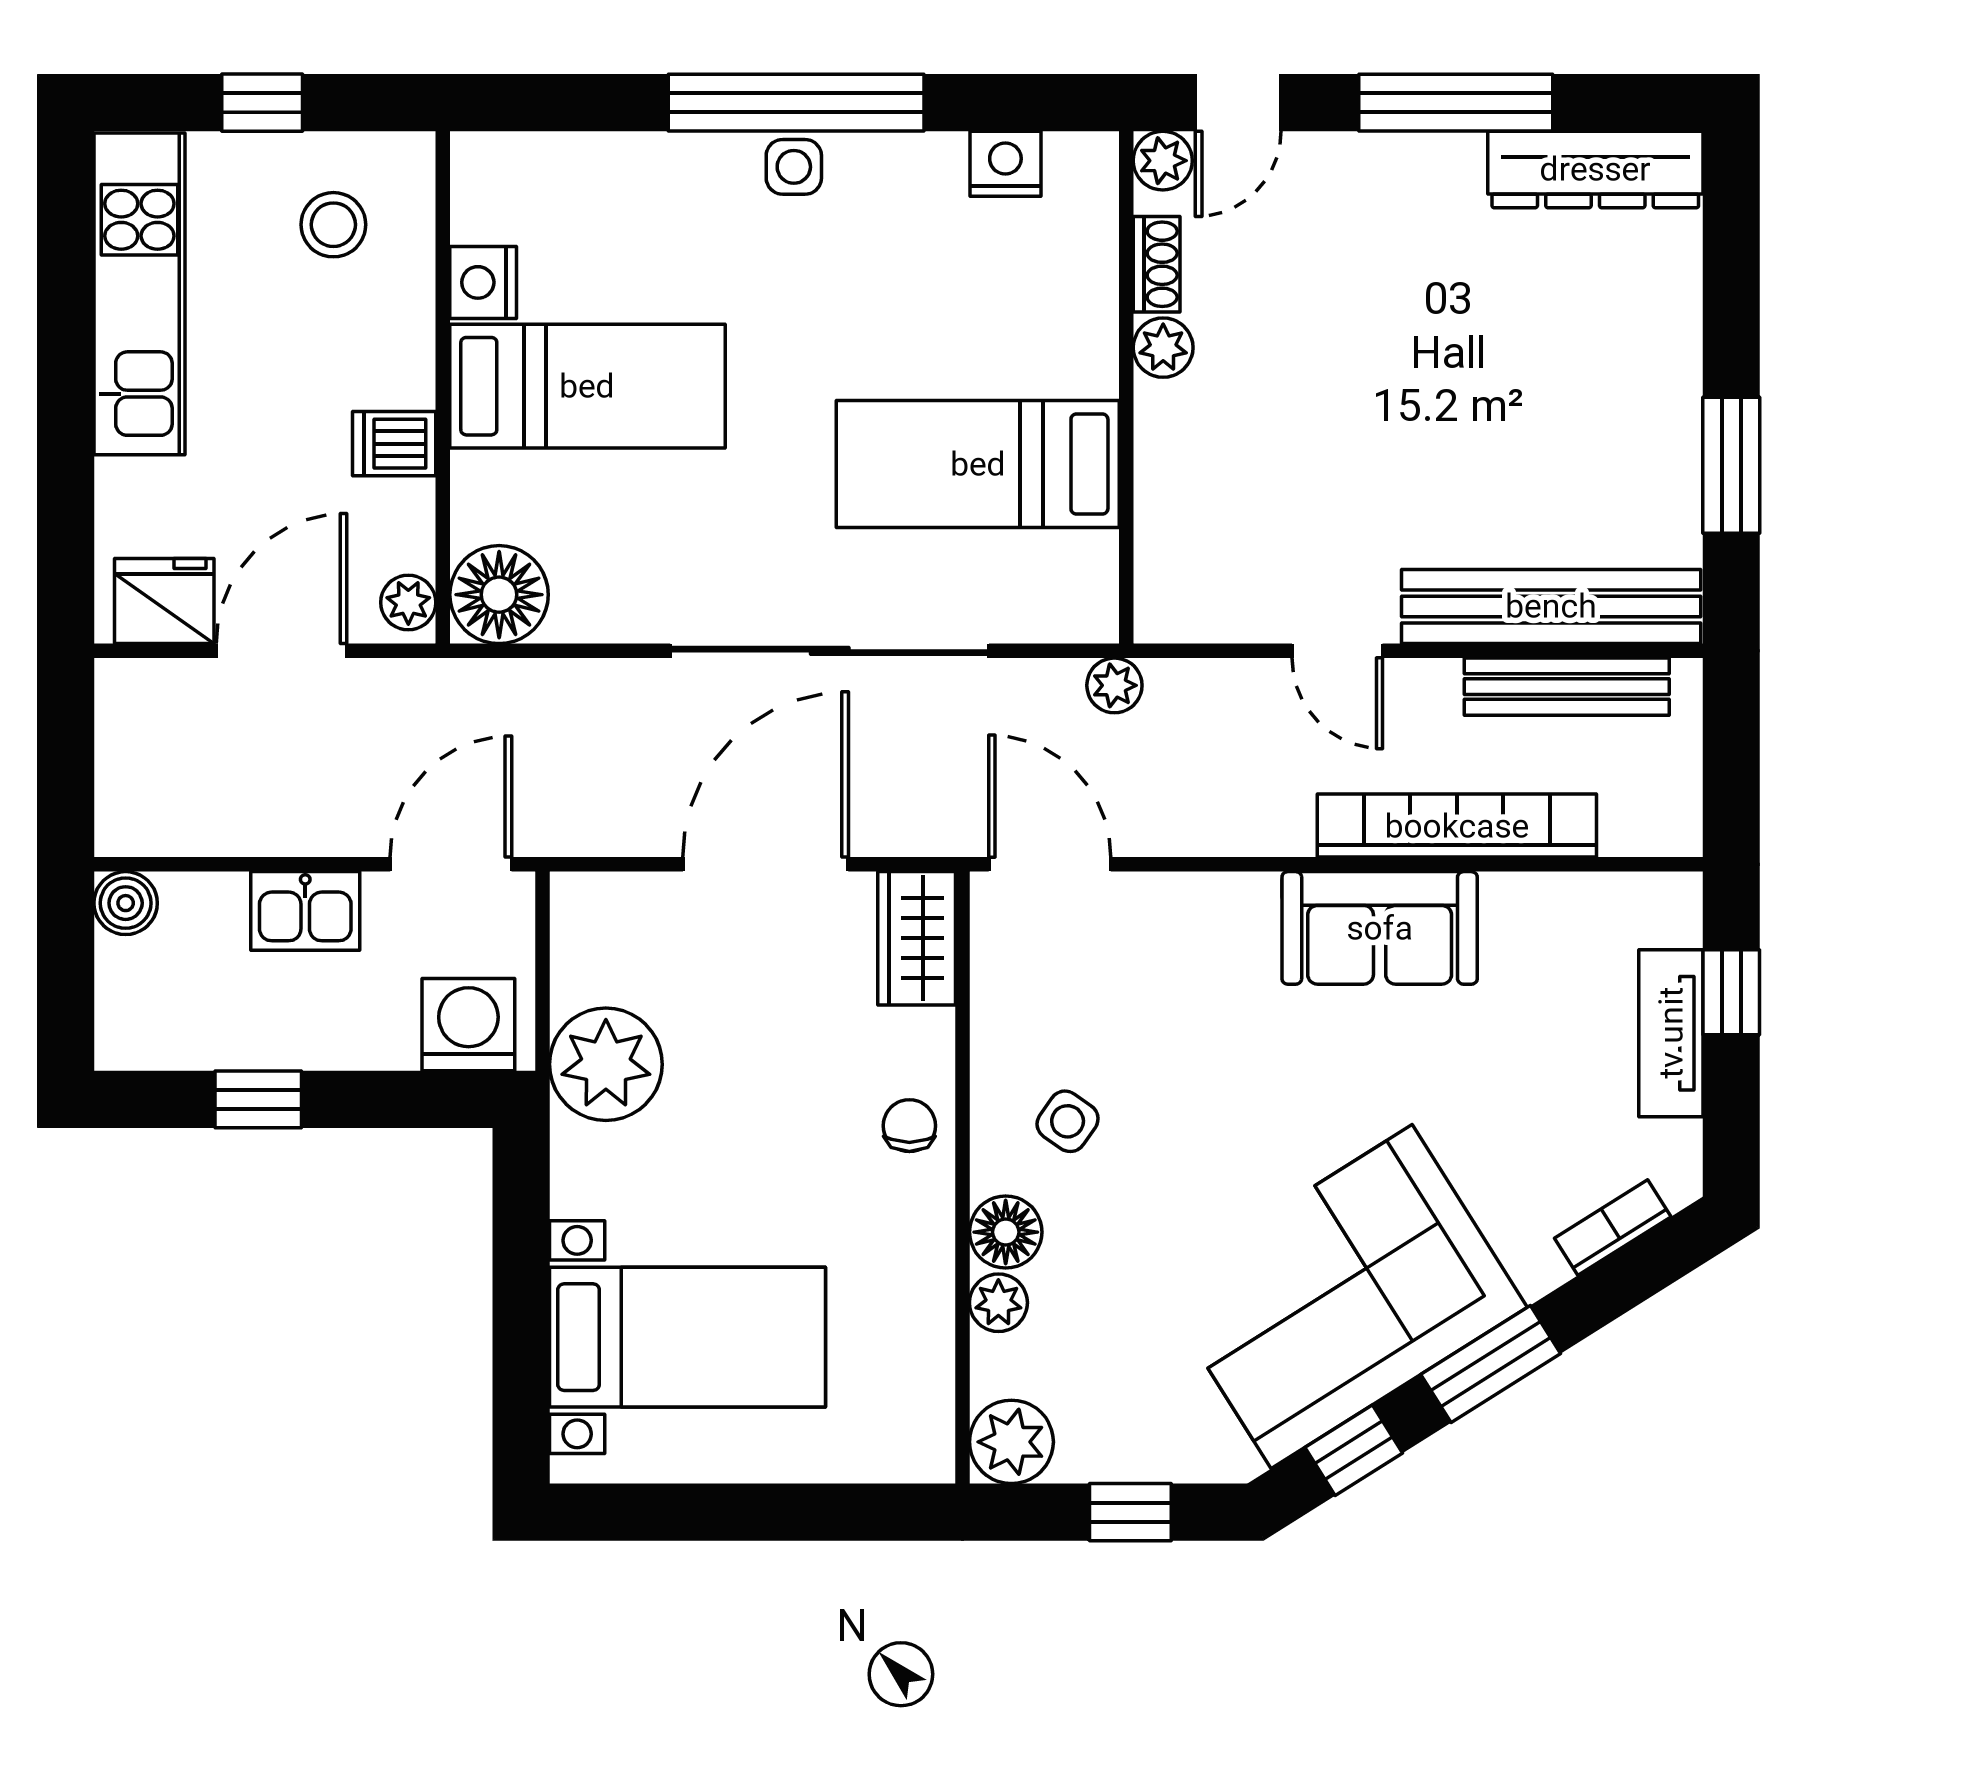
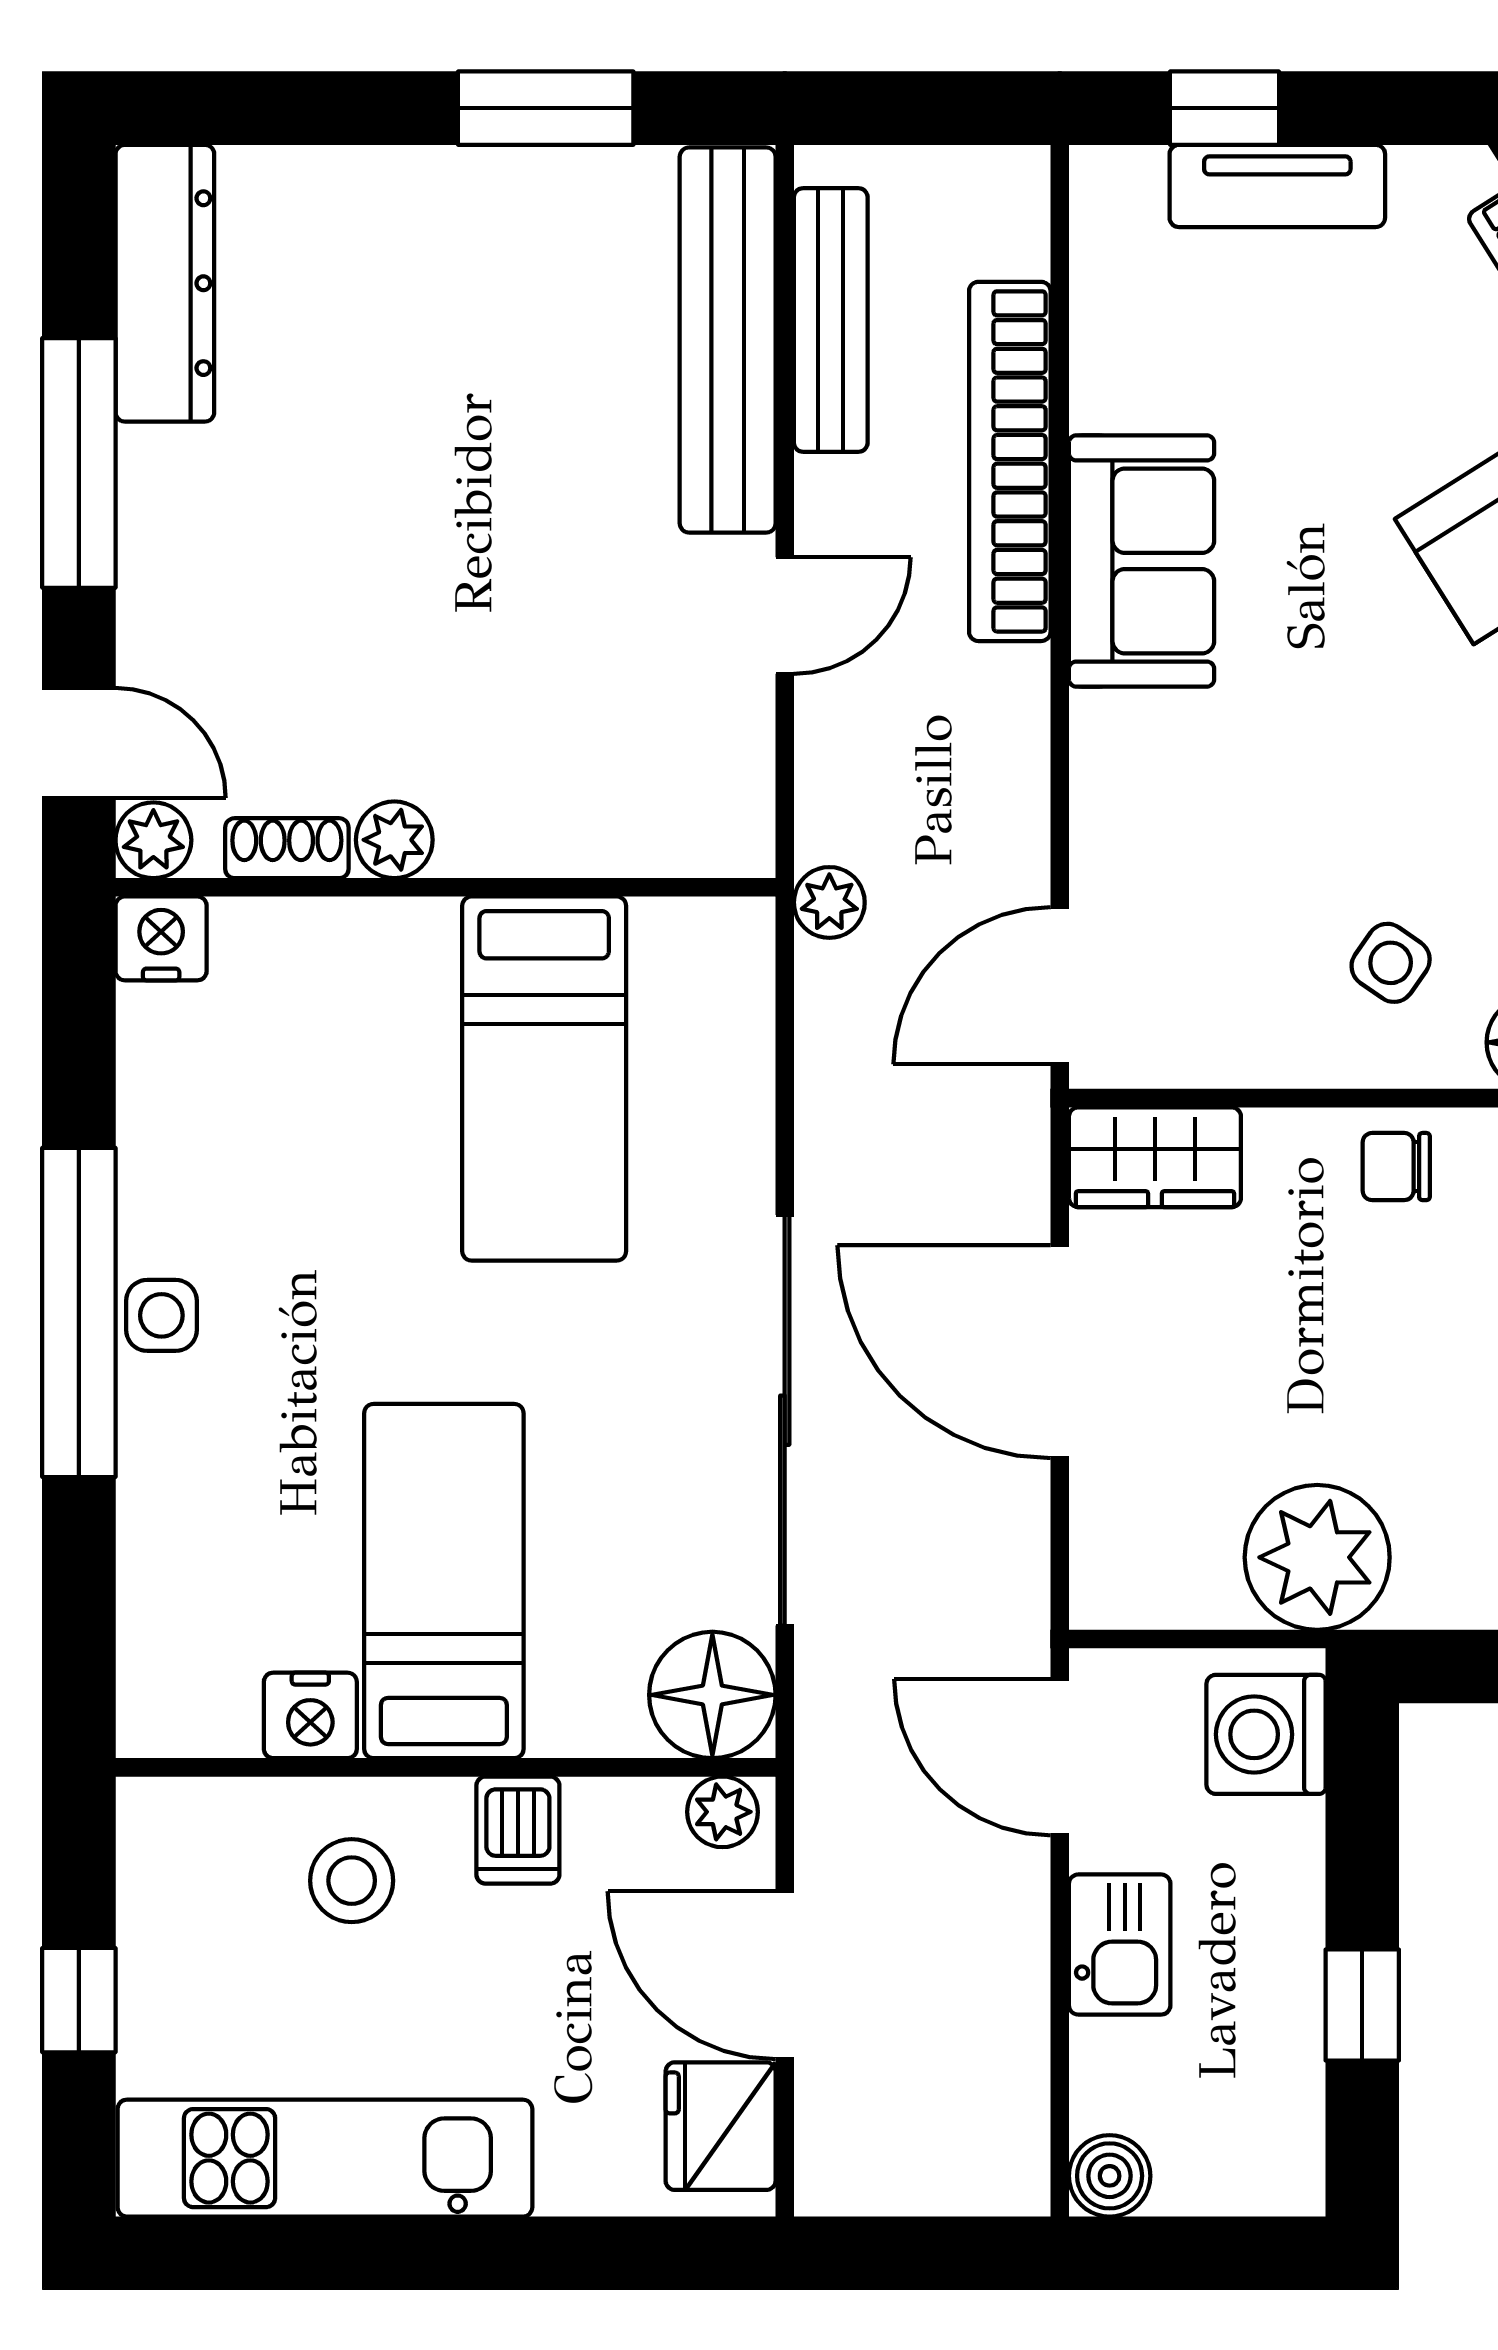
nightstand: (1005, 164) -> (161, 938), moved, turned 90
stool: (333, 225) -> (352, 1881), moved
sliding door: (830, 651) -> (785, 1420), moved

